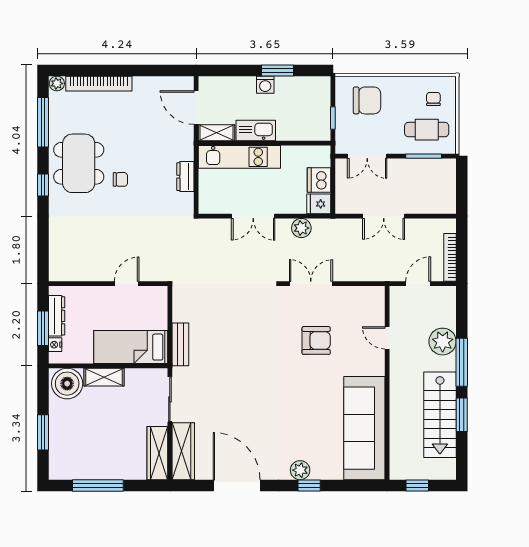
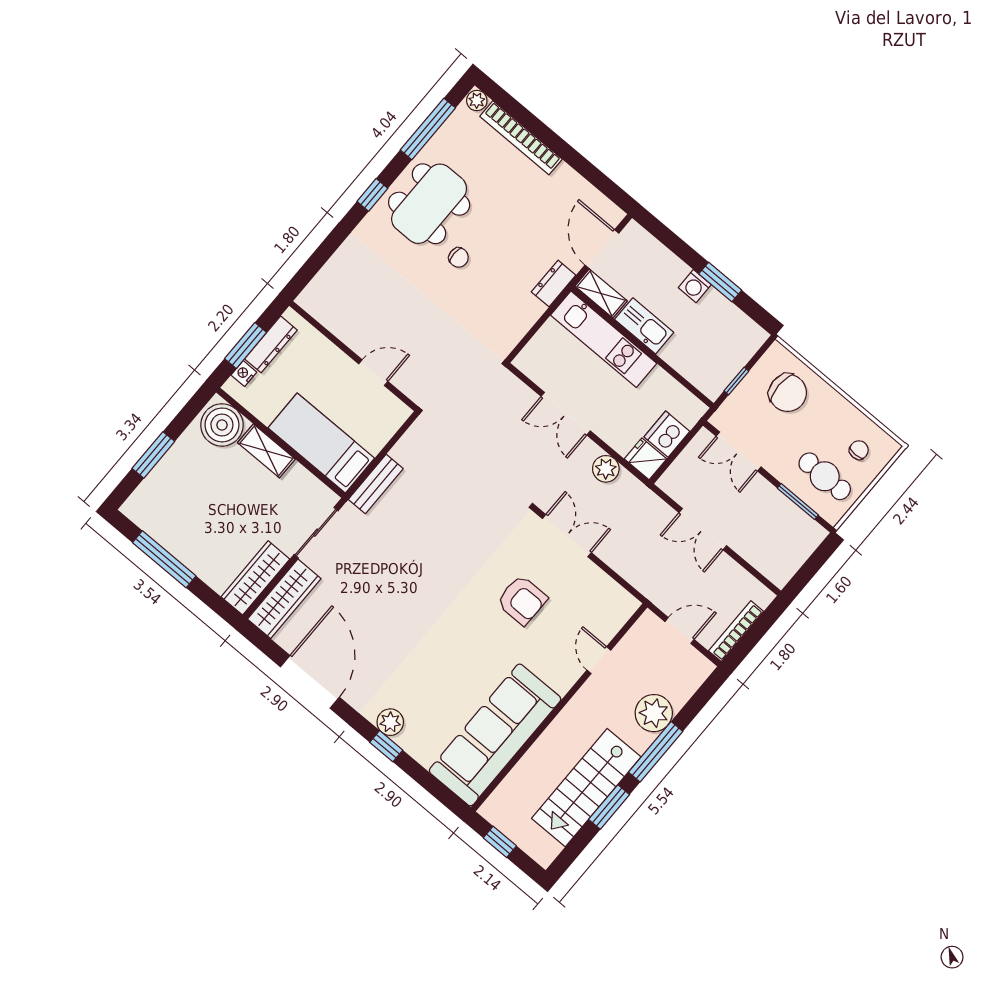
dresser: (185, 177) -> (554, 284), moved

